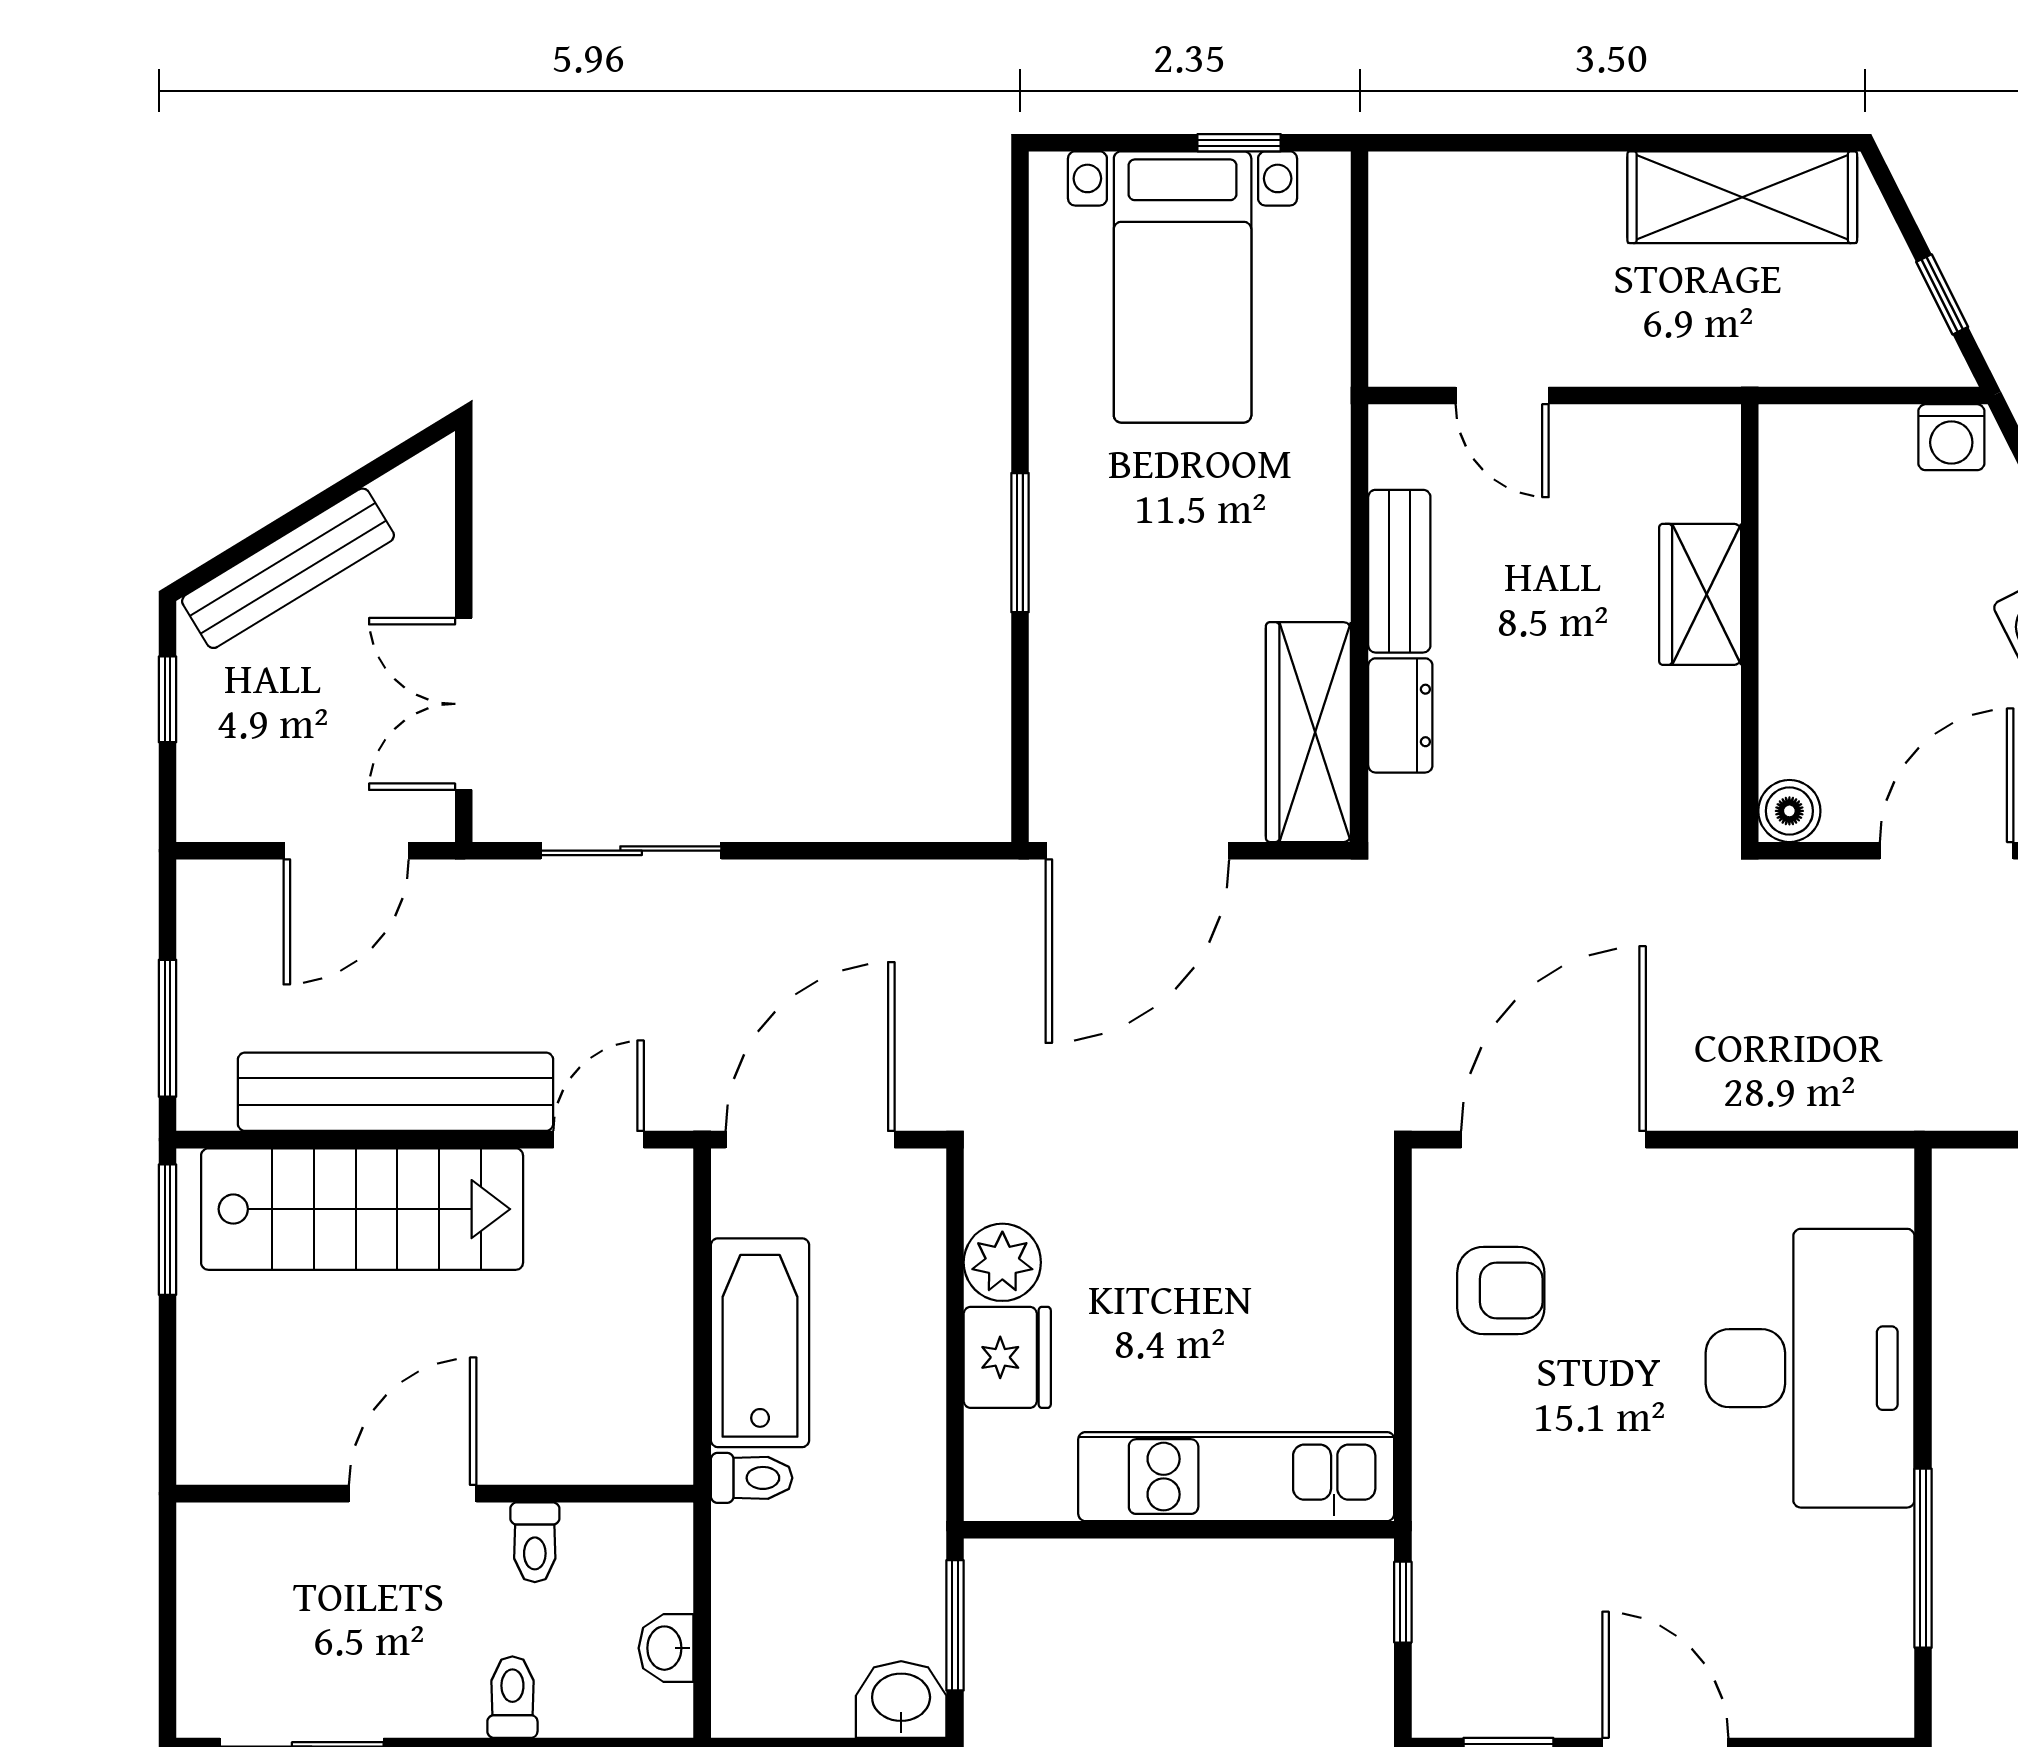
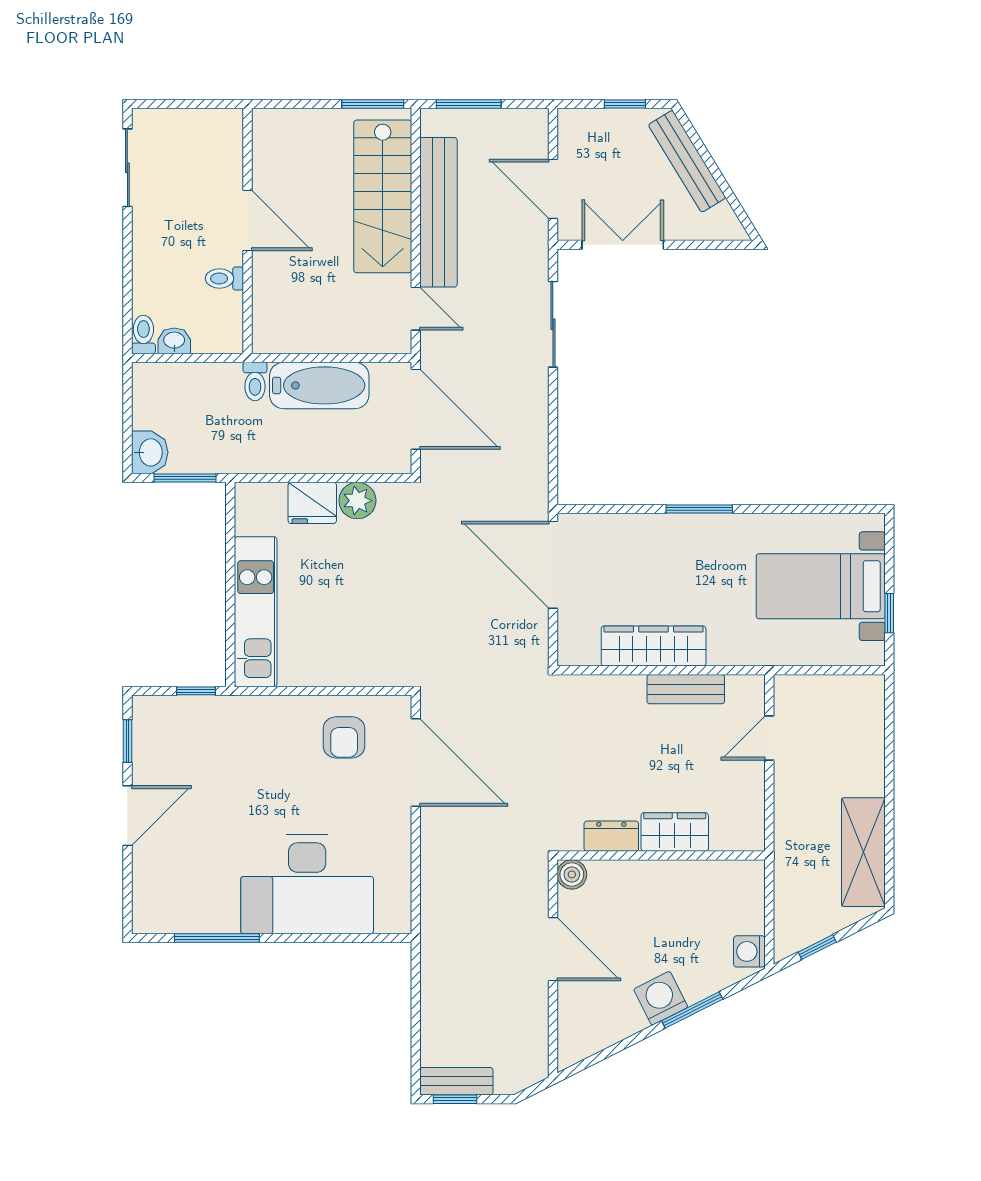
dresser: (1400, 715) -> (611, 836), moved, turned 180
wardrobe: (1308, 732) -> (654, 646), moved
toilet: (512, 1697) -> (143, 334), moved, turned -90

